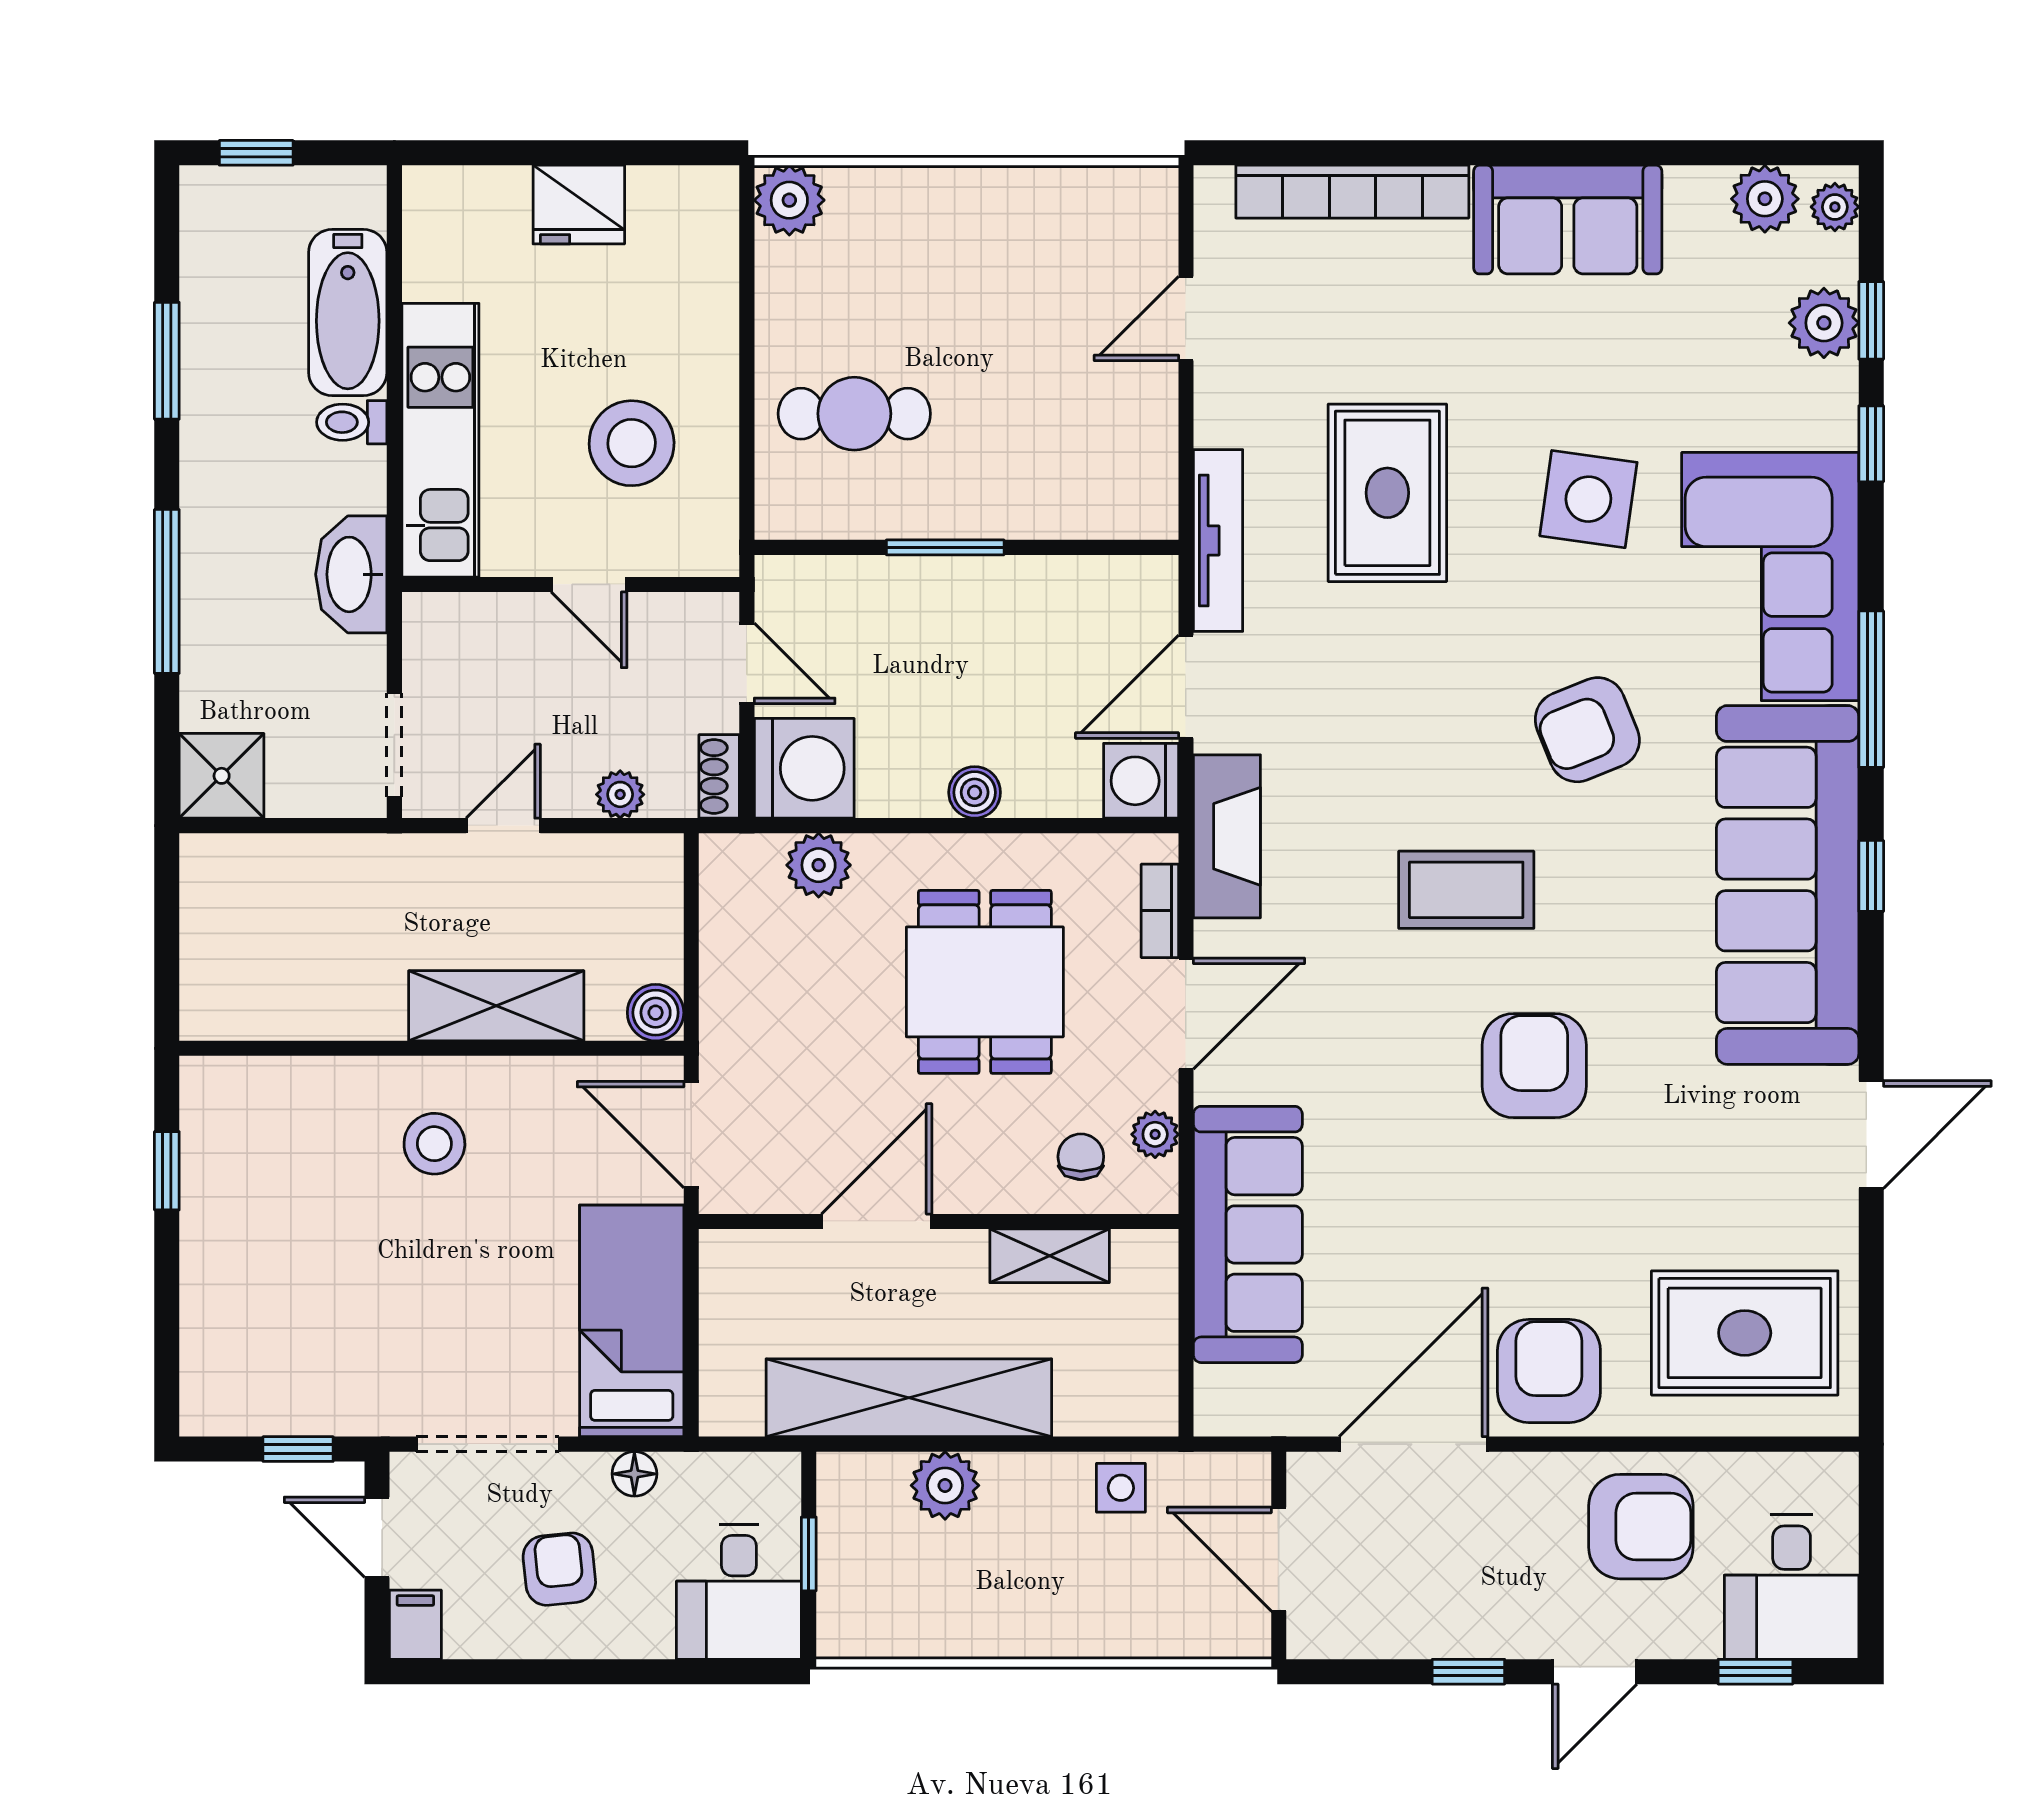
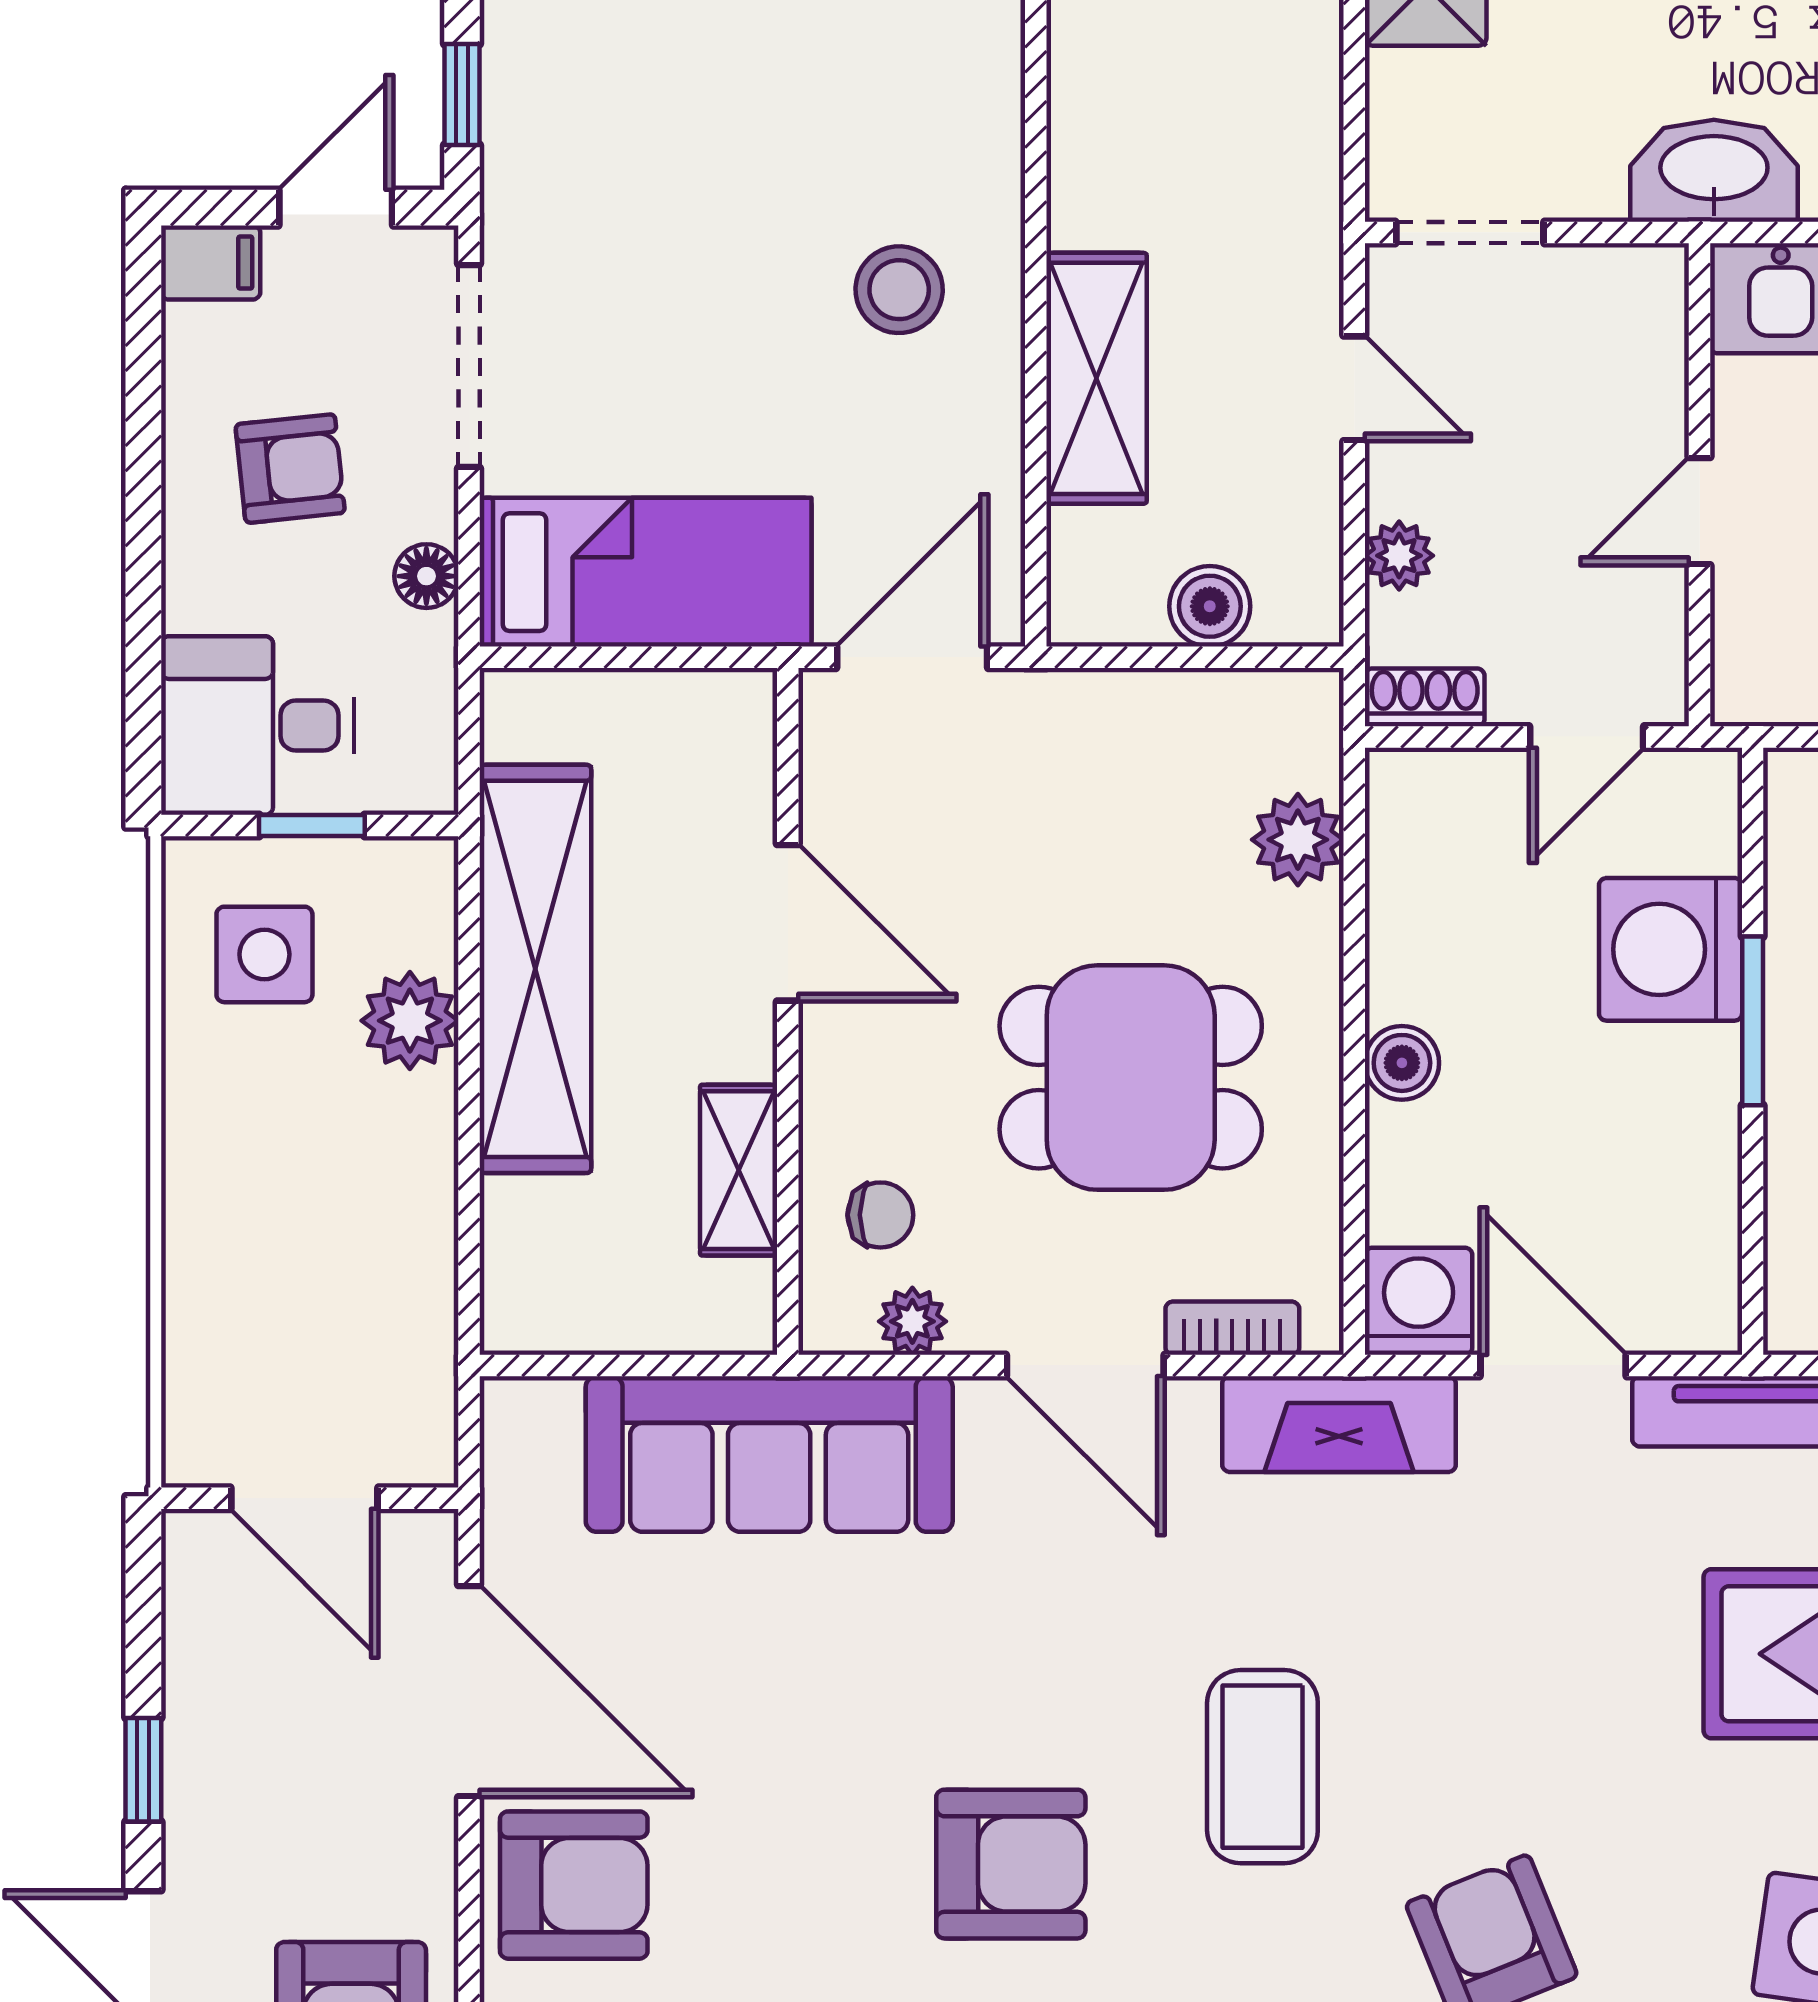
washing machine: (804, 768) -> (1671, 949), moved, turned 90
boiler: (656, 1013) -> (1210, 606), moved
side table: (1121, 1488) -> (264, 954), moved, width x1.37, depth x1.37
door: (1279, 1559) -> (304, 1498), swing flipped

